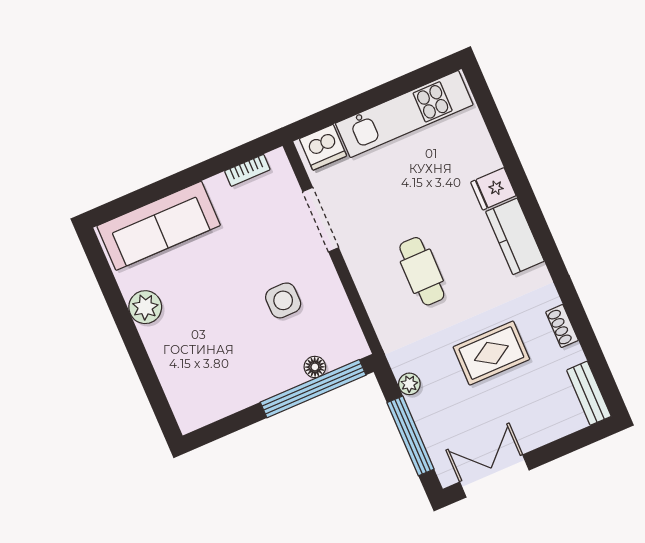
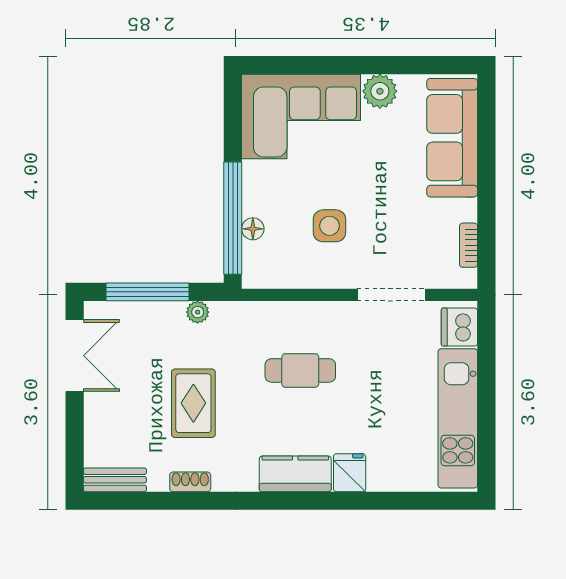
corner sofa: (197, 367) -> (301, 116), added

